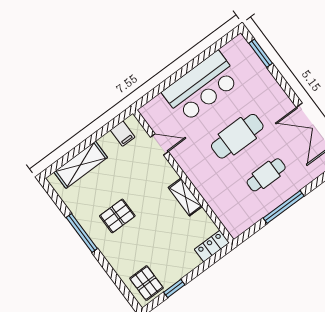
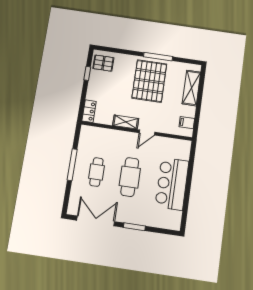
window: (261, 53) -> (134, 227), moved
door: (159, 144) -> (147, 132), moved
pallet: (117, 216) -> (149, 81), width x2.05, depth x2.00

